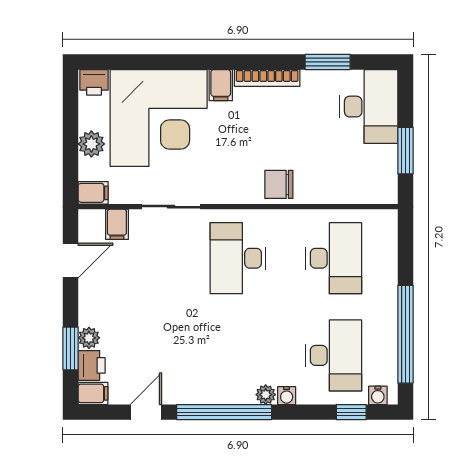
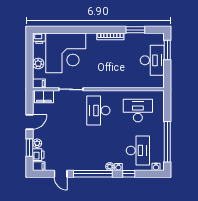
filing cabinet: (221, 85) -> (91, 39), removed
desk: (369, 107) -> (152, 60), moved
window: (405, 151) -> (167, 50), moved
chair: (279, 184) -> (115, 80), removed
filing cabinet: (117, 224) -> (44, 97), width x2.00
desk: (334, 258) -> (138, 111), turned -90
door: (71, 261) -> (30, 122), moved
door: (146, 412) -> (61, 174), swing flipped
window: (351, 412) -> (129, 174), moved

